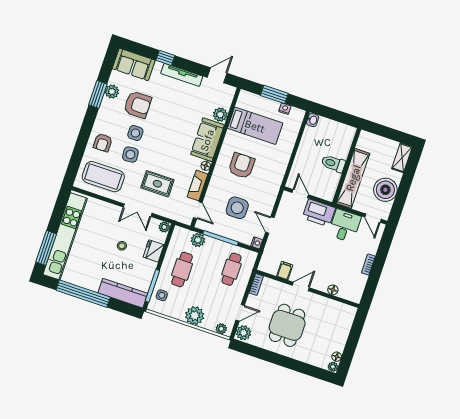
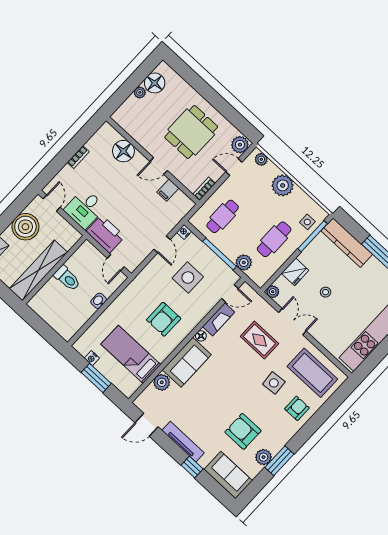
washbasin: (313, 120) -> (99, 301), moved
side table: (135, 133) -> (259, 403), removed
shelving: (353, 178) -> (38, 270), moved
door: (198, 210) -> (230, 294), swing flipped
floor lamp: (333, 290) -> (123, 151), width x1.89, depth x1.89
floor lamp: (337, 357) -> (155, 83), width x1.89, depth x1.89
plant: (333, 367) -> (140, 92), moved

